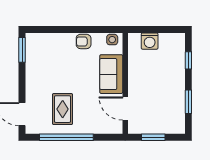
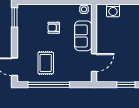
armchair: (84, 41) -> (54, 28), moved
door: (125, 109) -> (94, 63), swing flipped
window: (153, 137) -> (126, 85), moved

